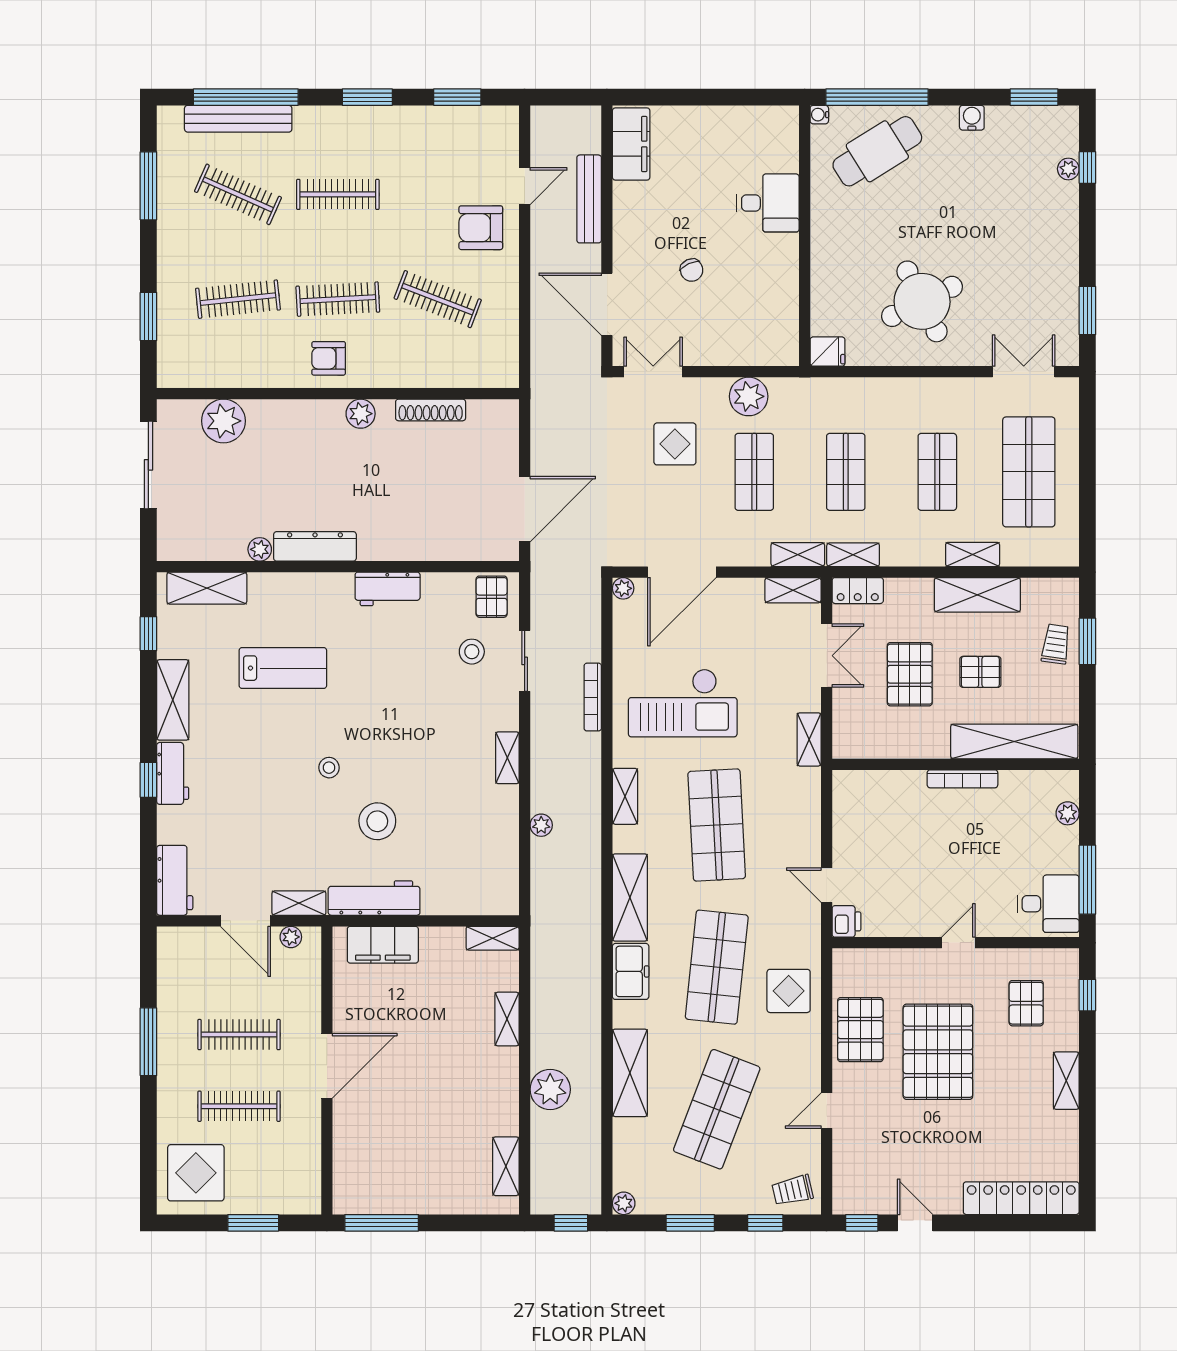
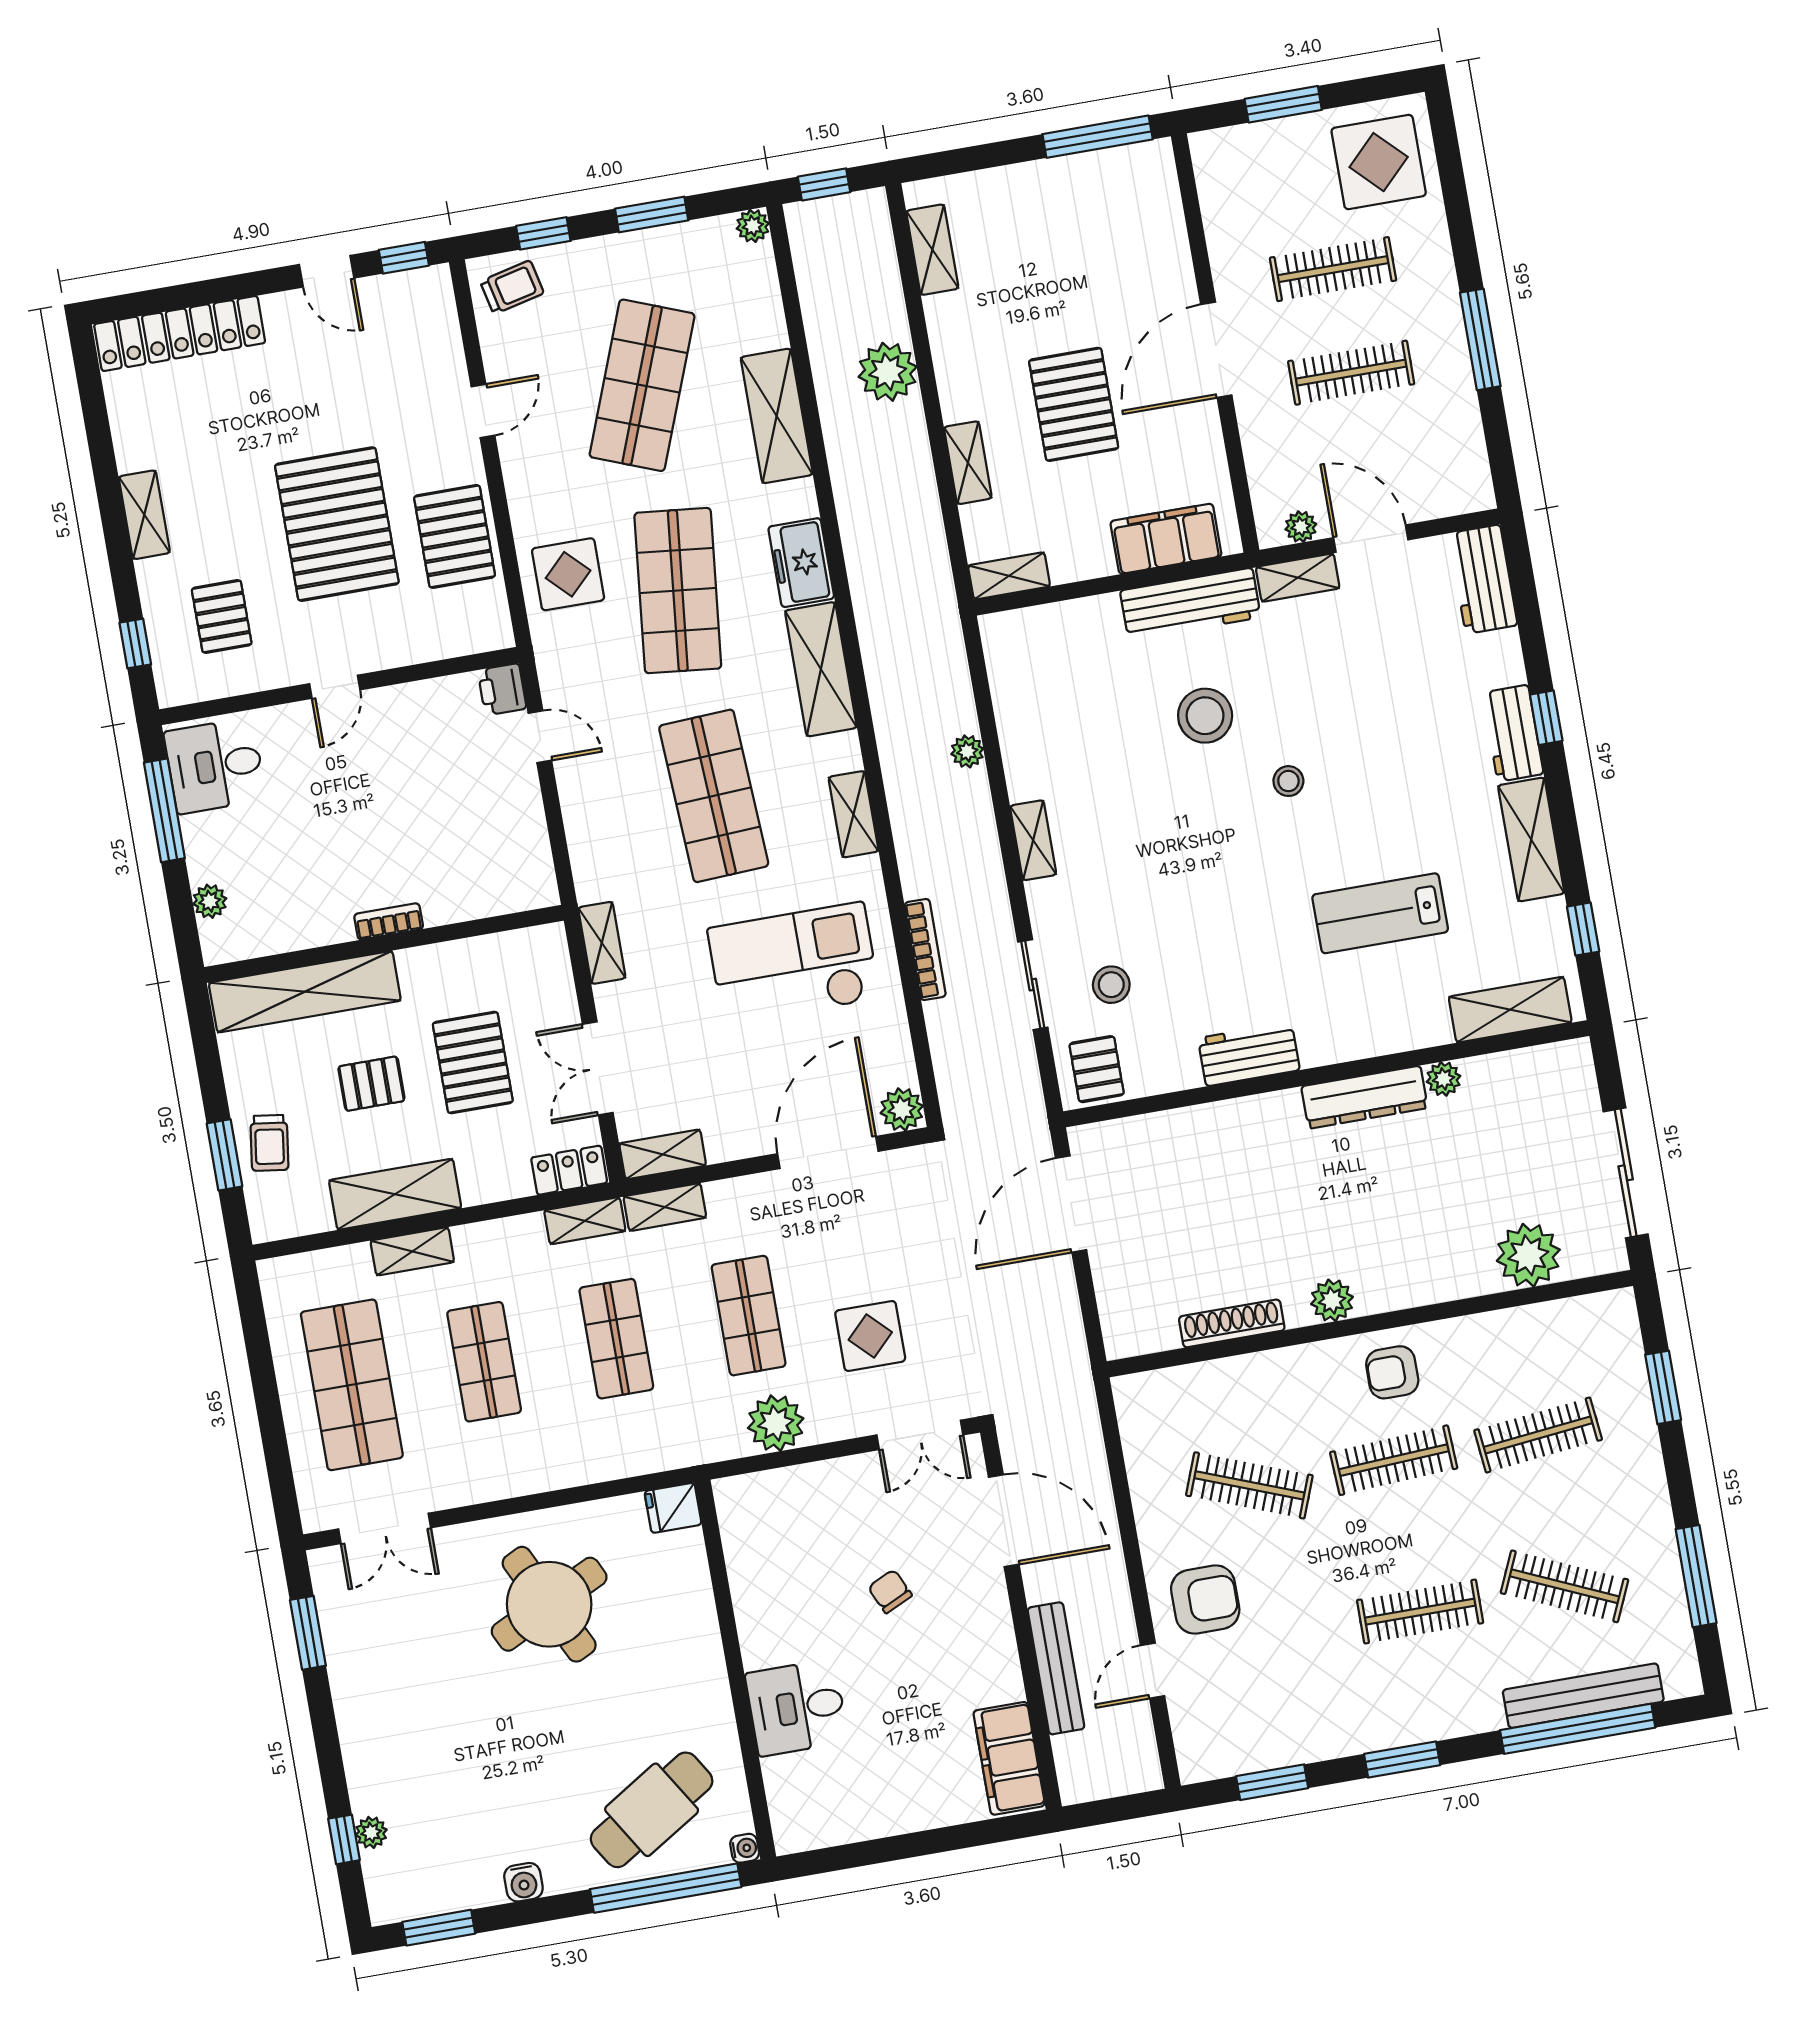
armchair: (329, 358) -> (1392, 1372), turned 180
plant: (623, 588) -> (902, 1109), width x1.38, depth x1.38
bookcase: (962, 779) -> (389, 921), width x0.64
pallet: (429, 1046) -> (1074, 404), added

